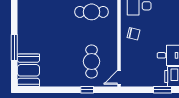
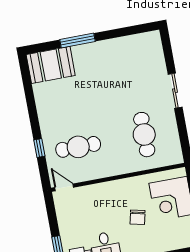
chair: (133, 34) -> (137, 217), moved

